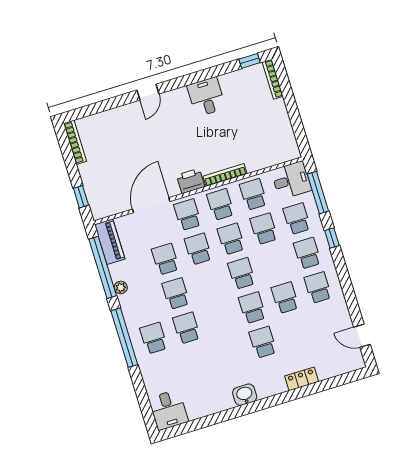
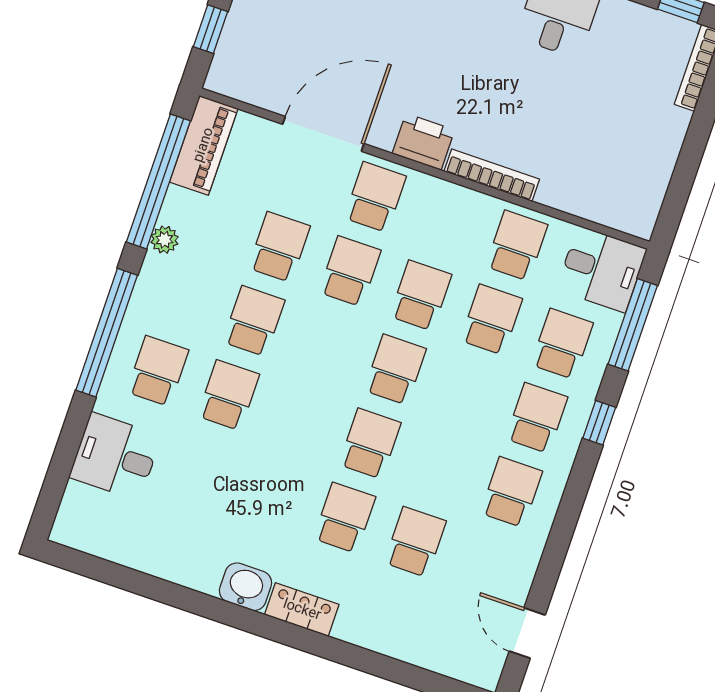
school desk: (220, 205) -> (446, 221), removed
school desk: (285, 298) -> (415, 542), moved
locker: (302, 379) -> (302, 610), moved
desk: (168, 410) -> (115, 456), moved, turned 90

